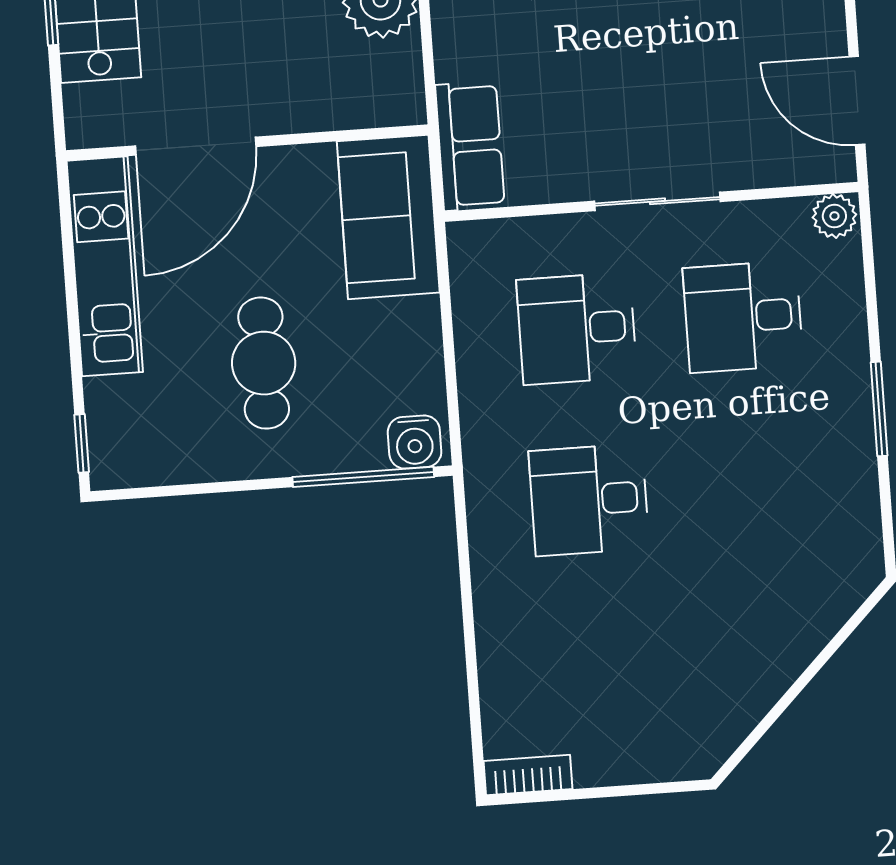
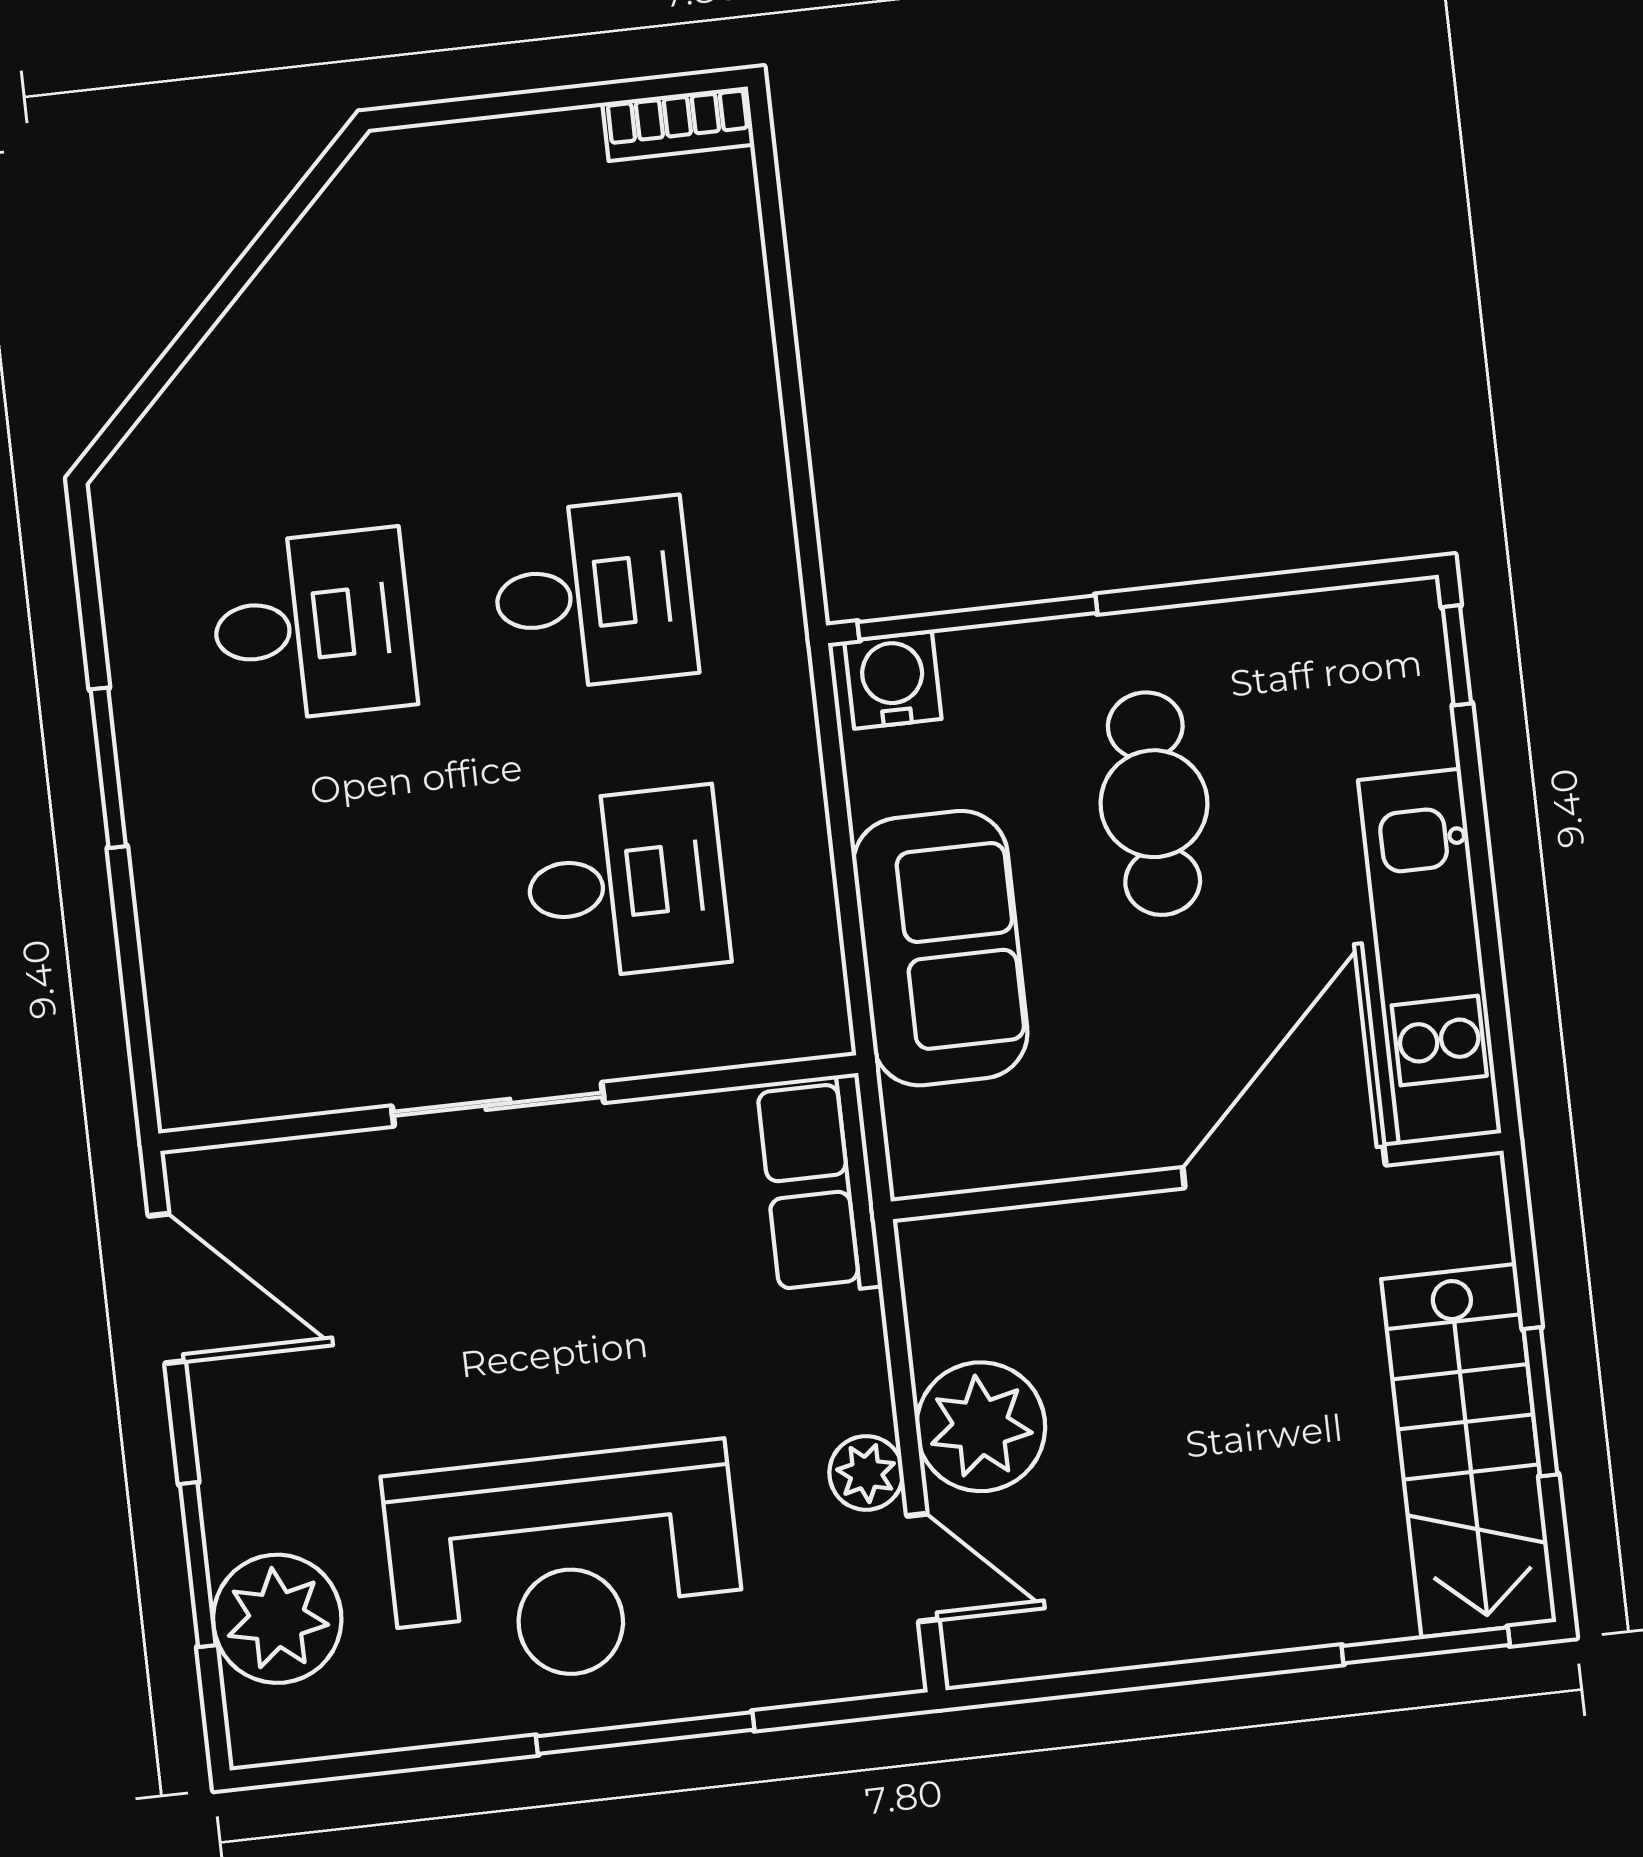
plant: (834, 216) -> (197, 1092), removed
sofa: (388, 217) -> (940, 948), moved
desk: (743, 317) -> (312, 626), moved

